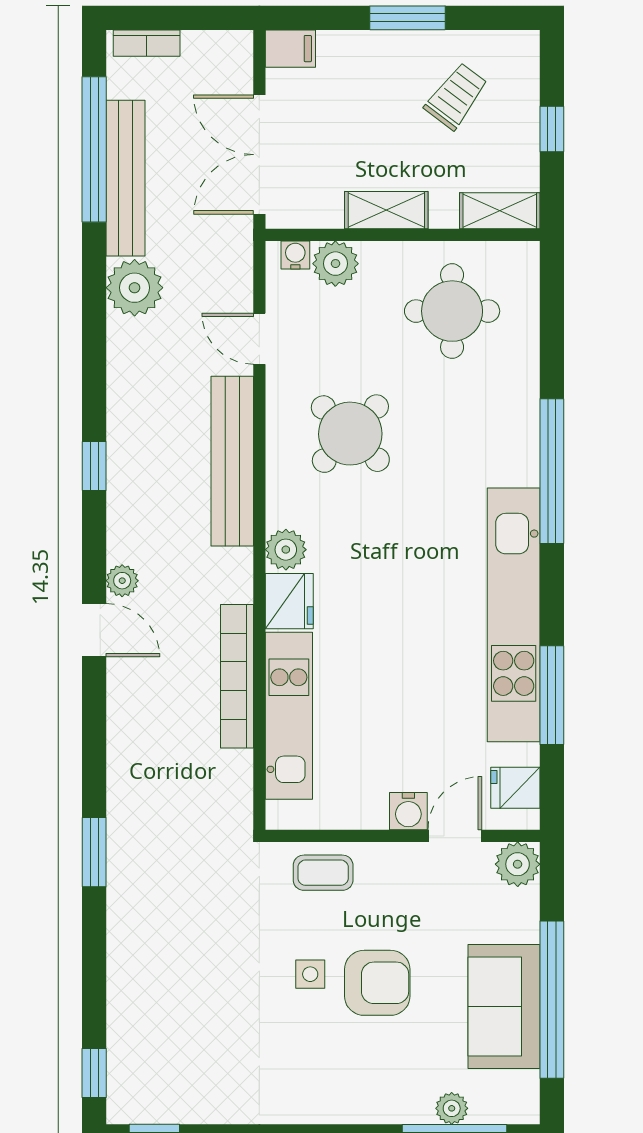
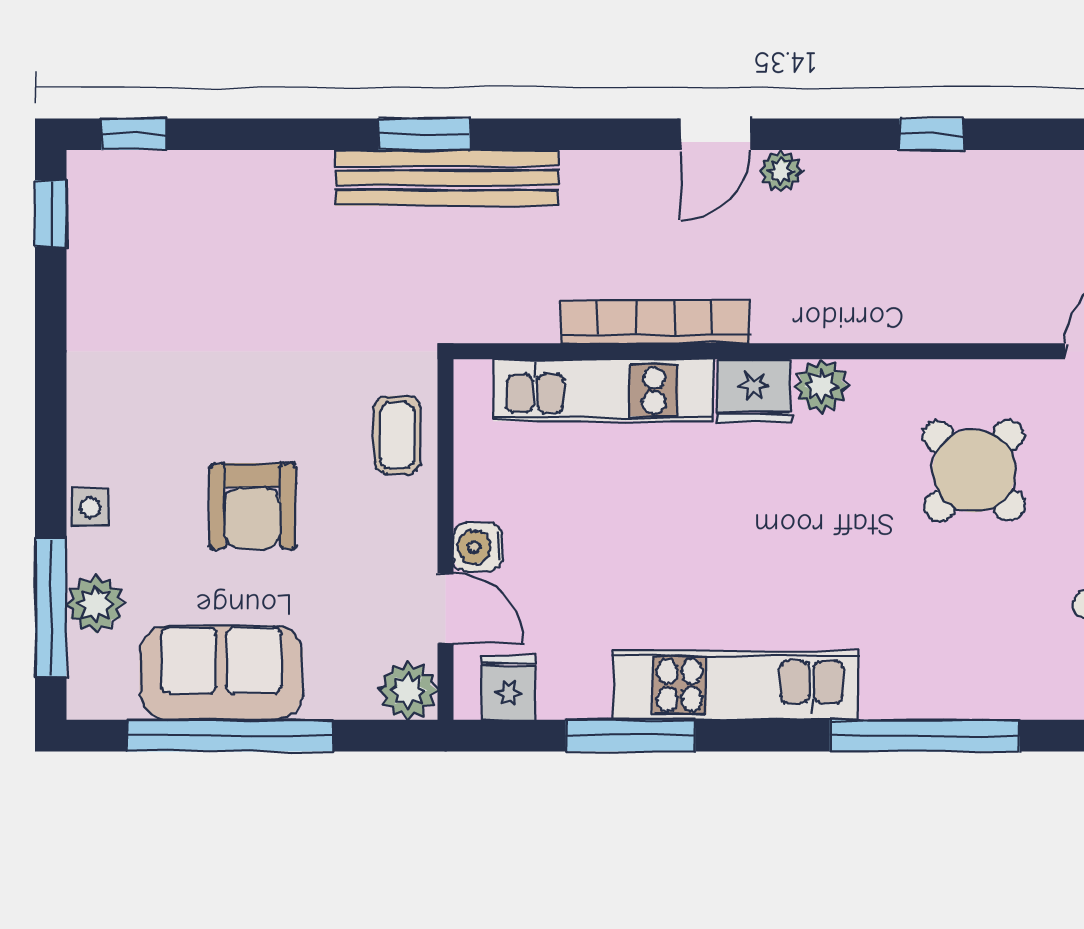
bench: (232, 461) -> (447, 178), moved
kitchen unit: (514, 615) -> (736, 685), width x0.73
side table: (310, 974) -> (90, 507), moved
plant: (452, 1108) -> (96, 604), width x1.38, depth x1.38

